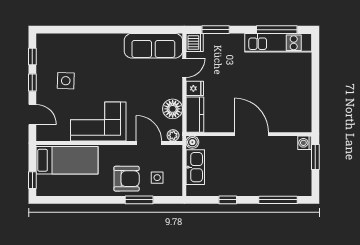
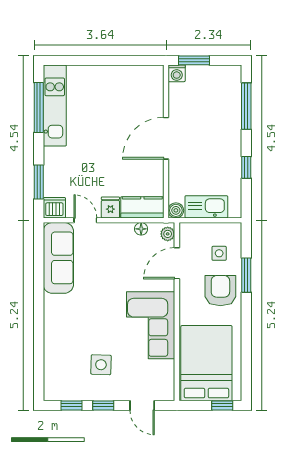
floor lamp: (173, 109) -> (141, 229), width x0.53, depth x0.53
door: (32, 114) -> (142, 405), swing flipped
bed: (67, 160) -> (206, 363), width x1.50

